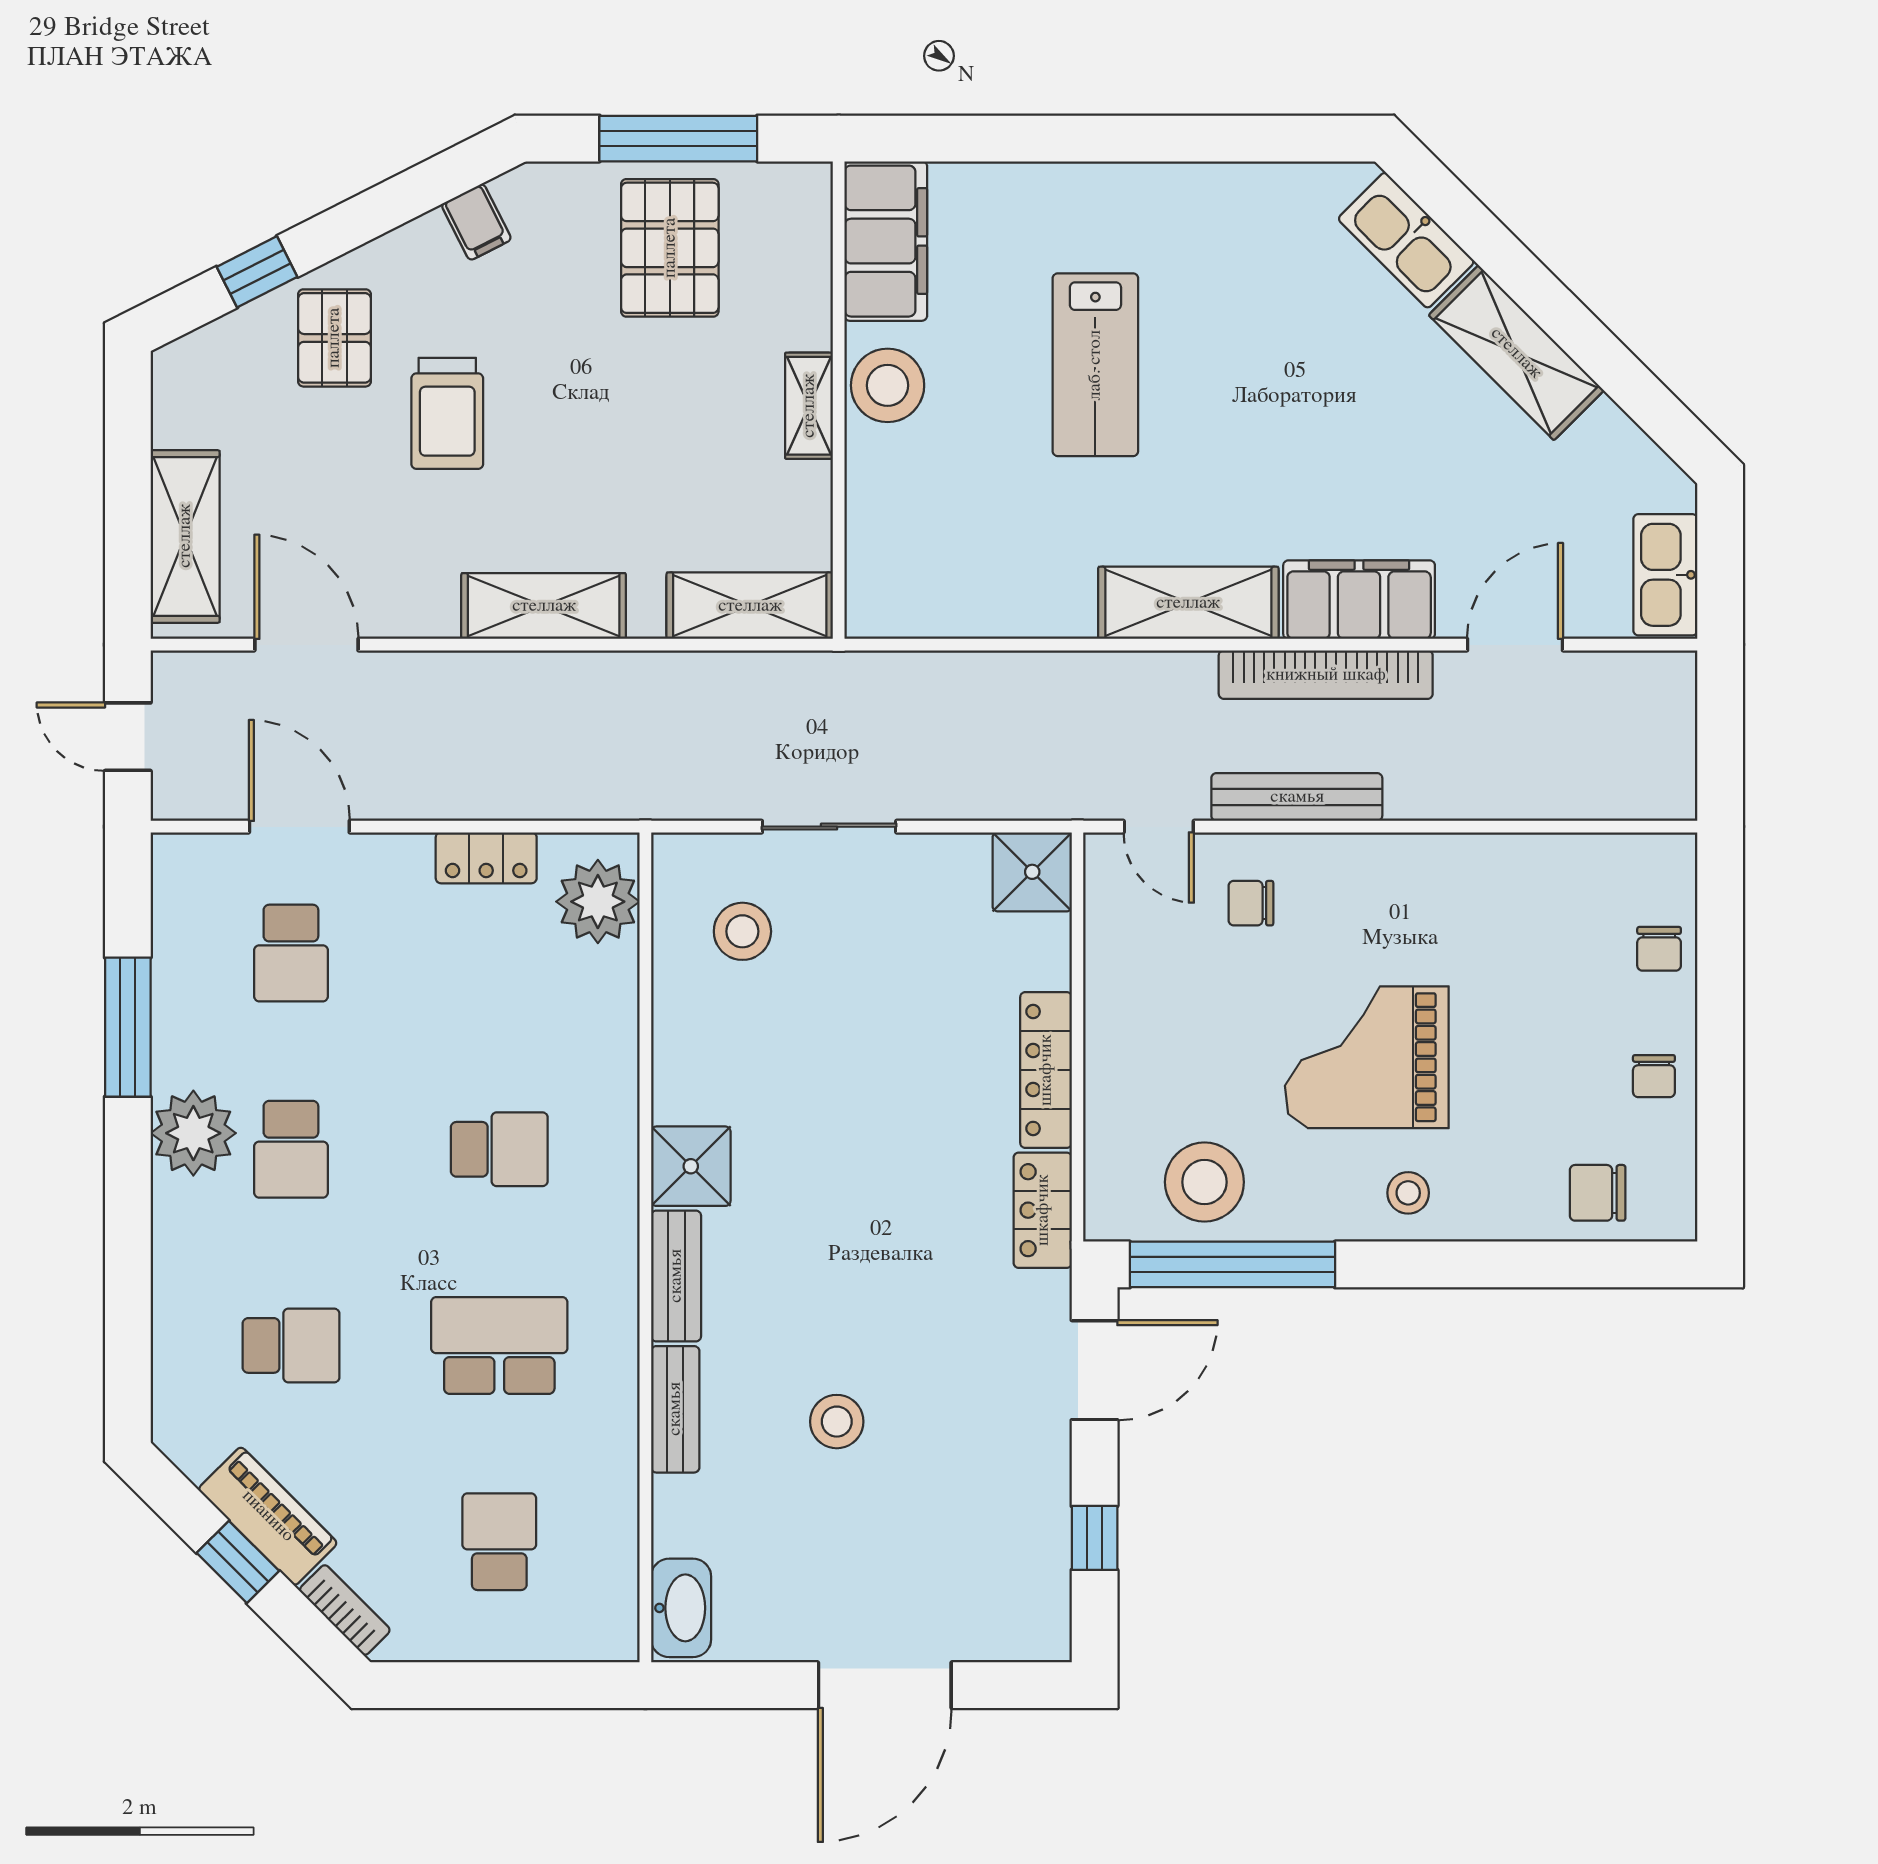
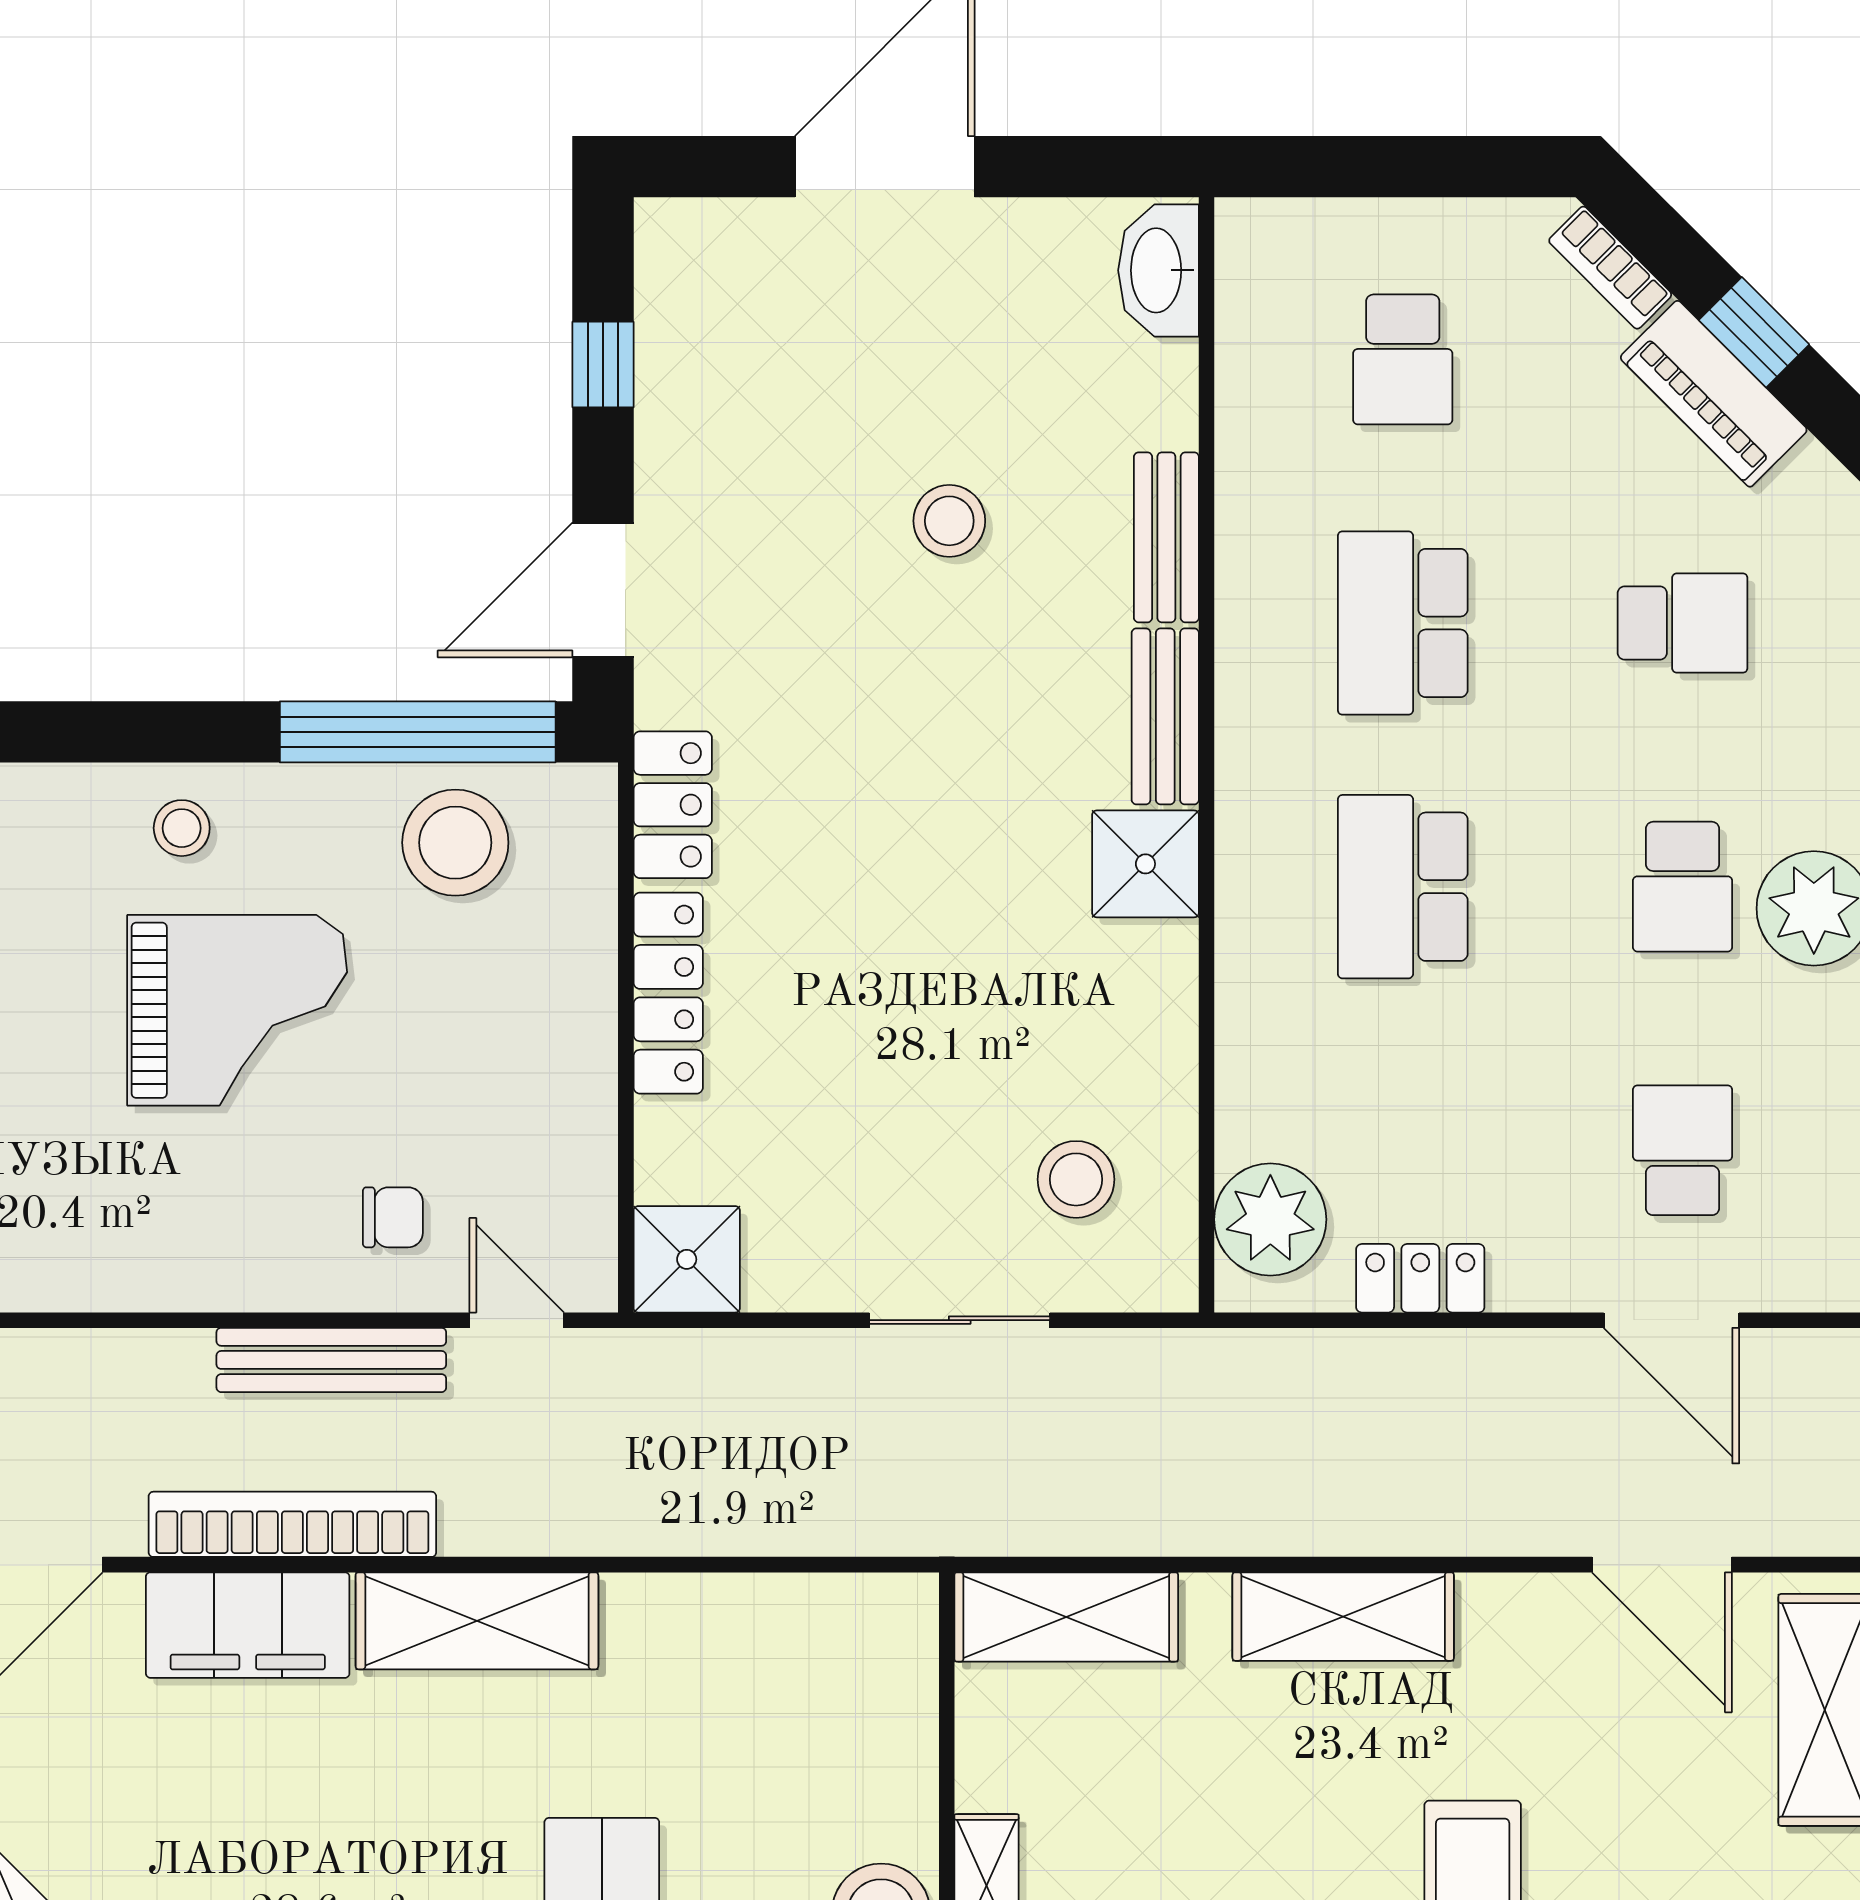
school desk: (291, 1149) -> (1683, 887), turned 180
school desk: (499, 1149) -> (1403, 887), width x1.85
school desk: (291, 1345) -> (1683, 623), turned 180
school desk: (499, 1345) -> (1403, 623), turned 90

